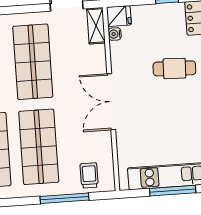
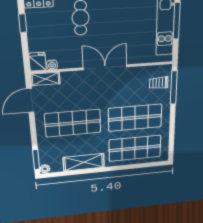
double door: (111, 102) -> (105, 67), swing flipped
window: (65, 198) -> (174, 88), moved

